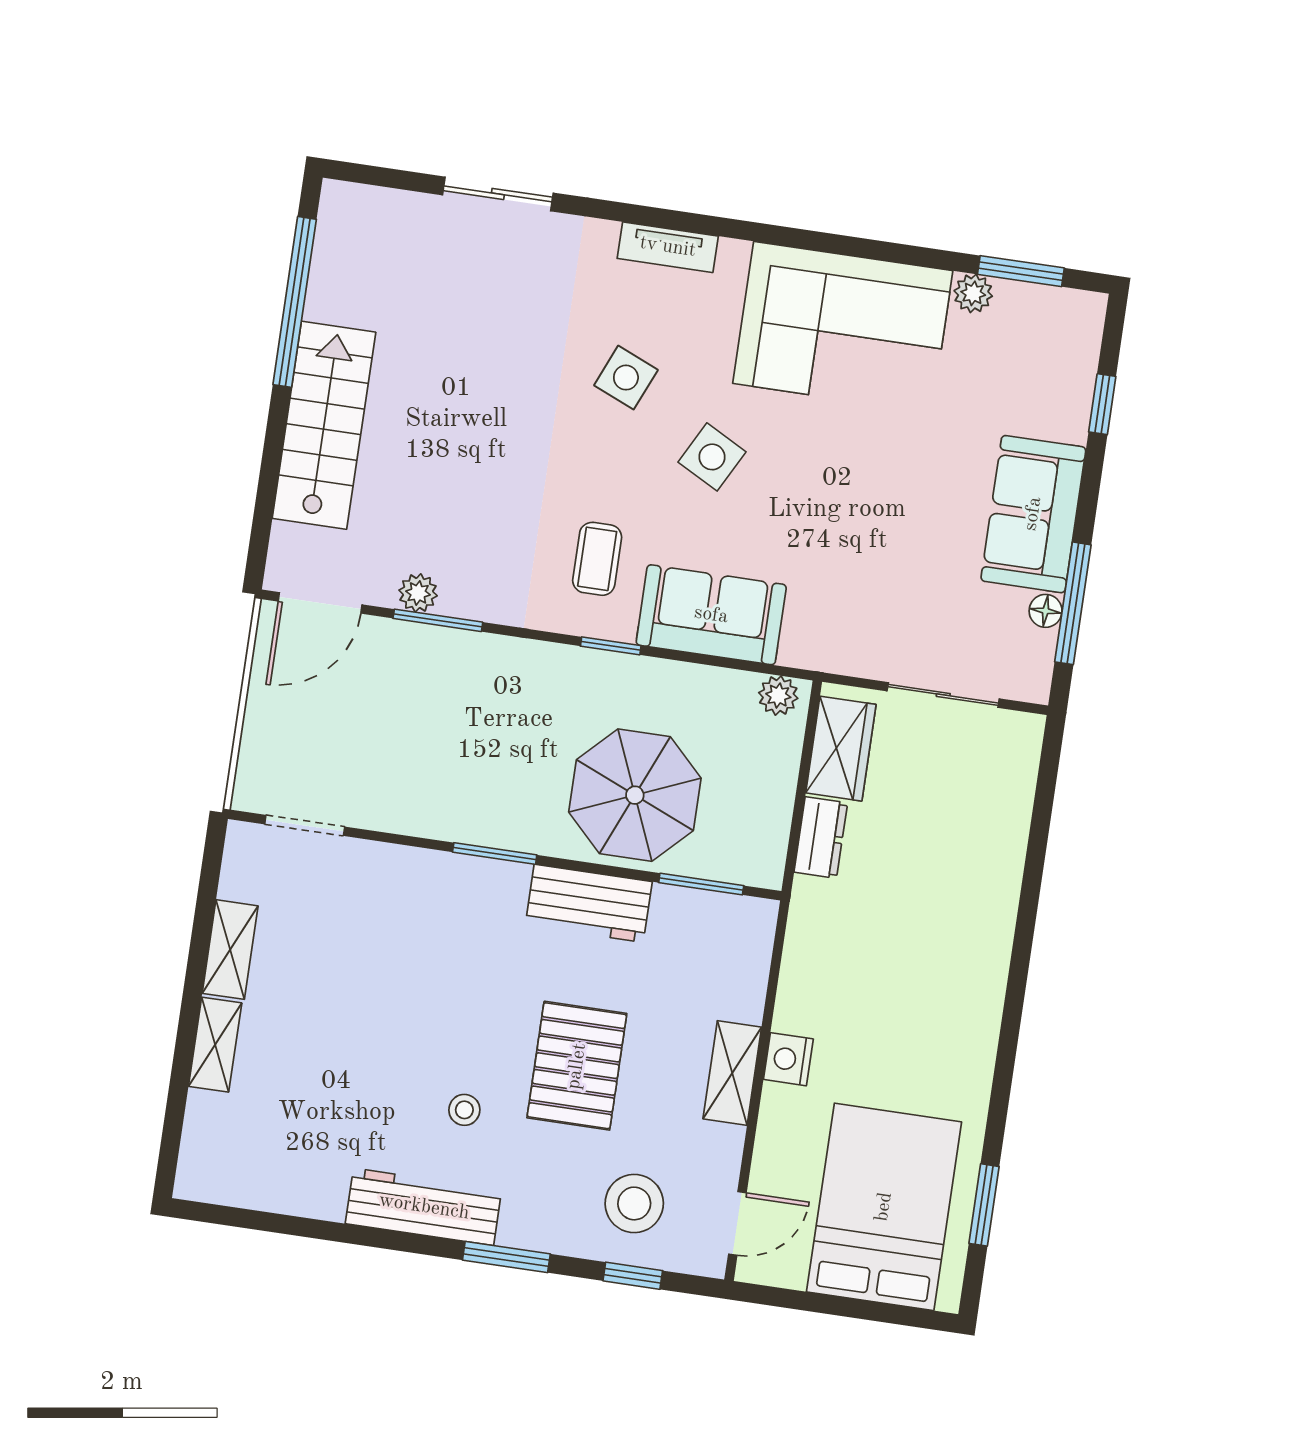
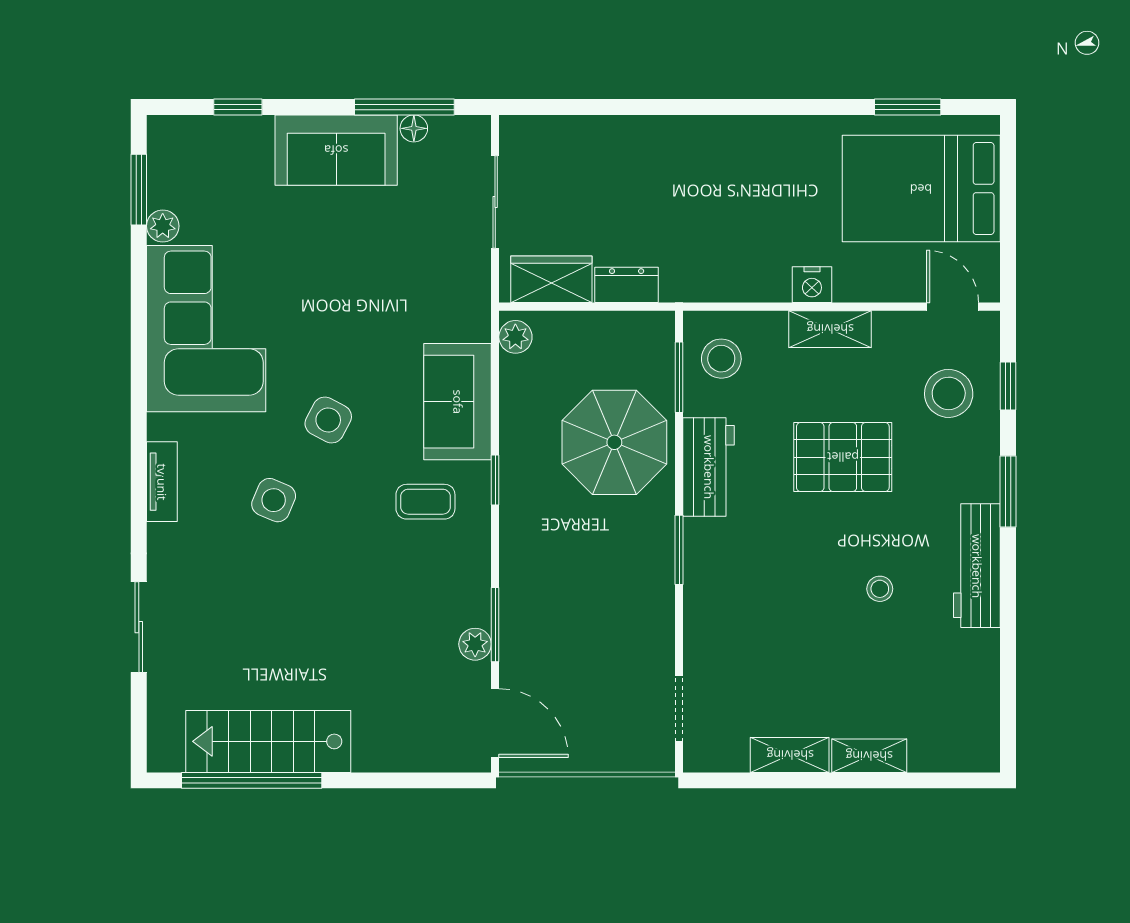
stairs: (324, 425) -> (268, 741), moved
stool: (716, 938) -> (721, 359), added
stool: (464, 1110) -> (880, 589), moved

